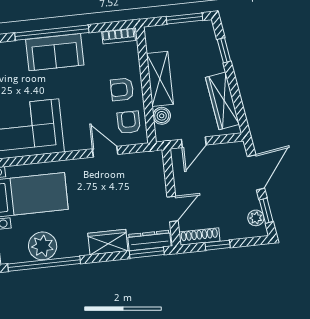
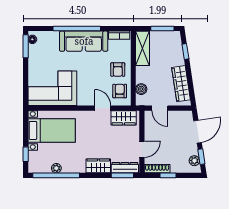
sofa: (55, 52) -> (84, 41), width x1.36
shelving: (160, 79) -> (143, 48), moved
armchair: (122, 89) -> (118, 70), turned -90
door: (194, 142) -> (160, 108), hinge flipped
wardrobe: (139, 163) -> (124, 118), added
plant: (43, 246) -> (56, 168), width x0.53, depth x0.53

